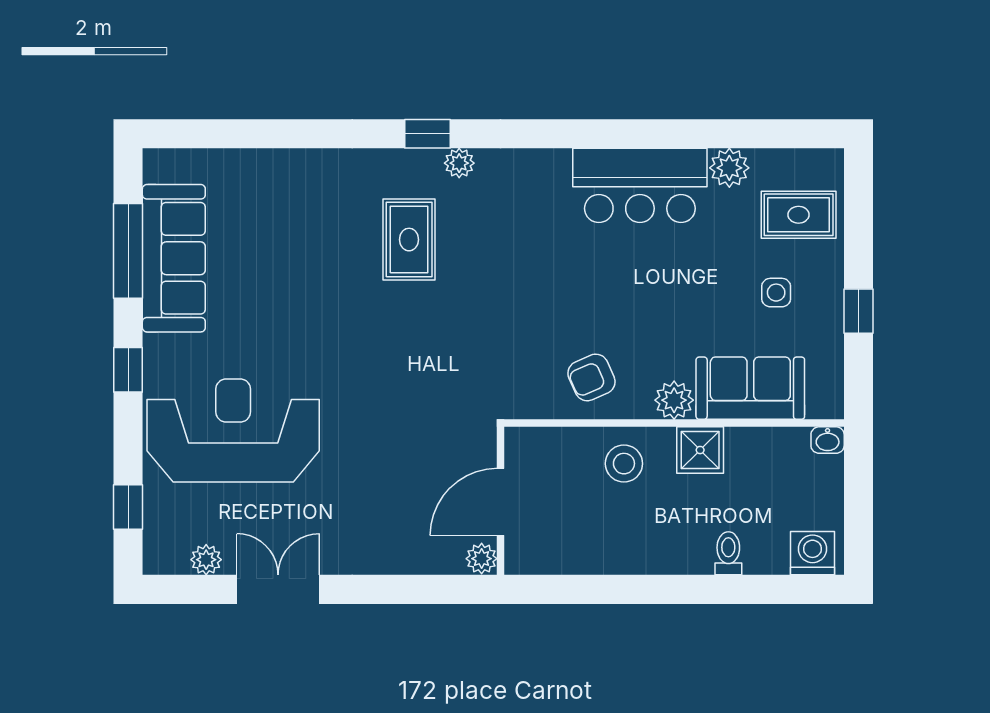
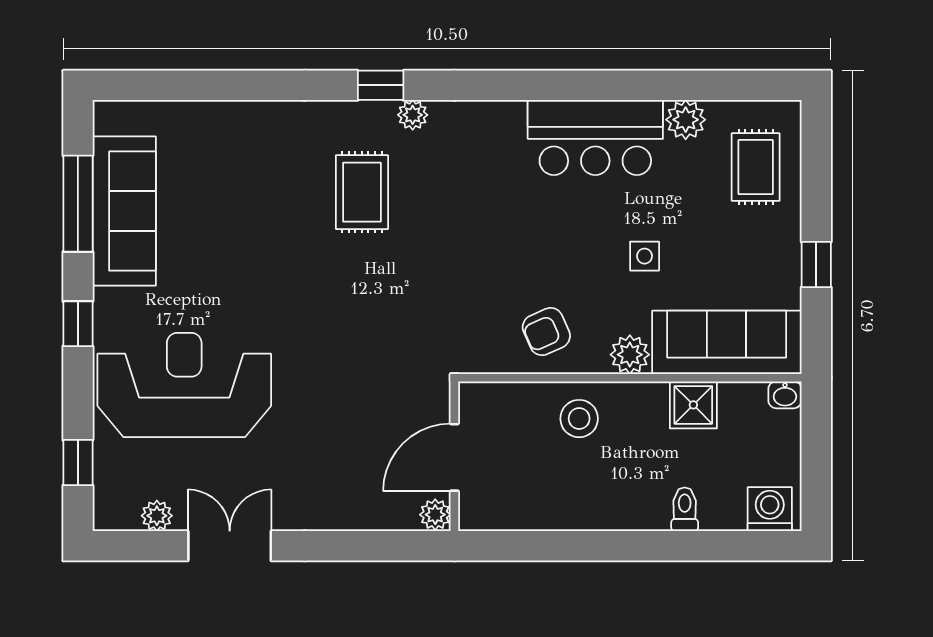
rug: (799, 215) -> (756, 167), turned 90
side table: (776, 293) -> (645, 256), moved
sofa: (750, 388) -> (727, 342), width x1.36
shower: (700, 450) -> (693, 405), moved

